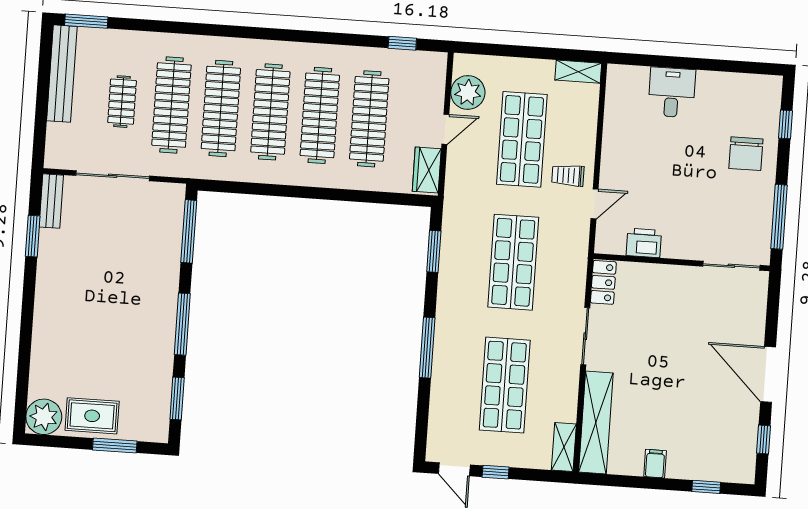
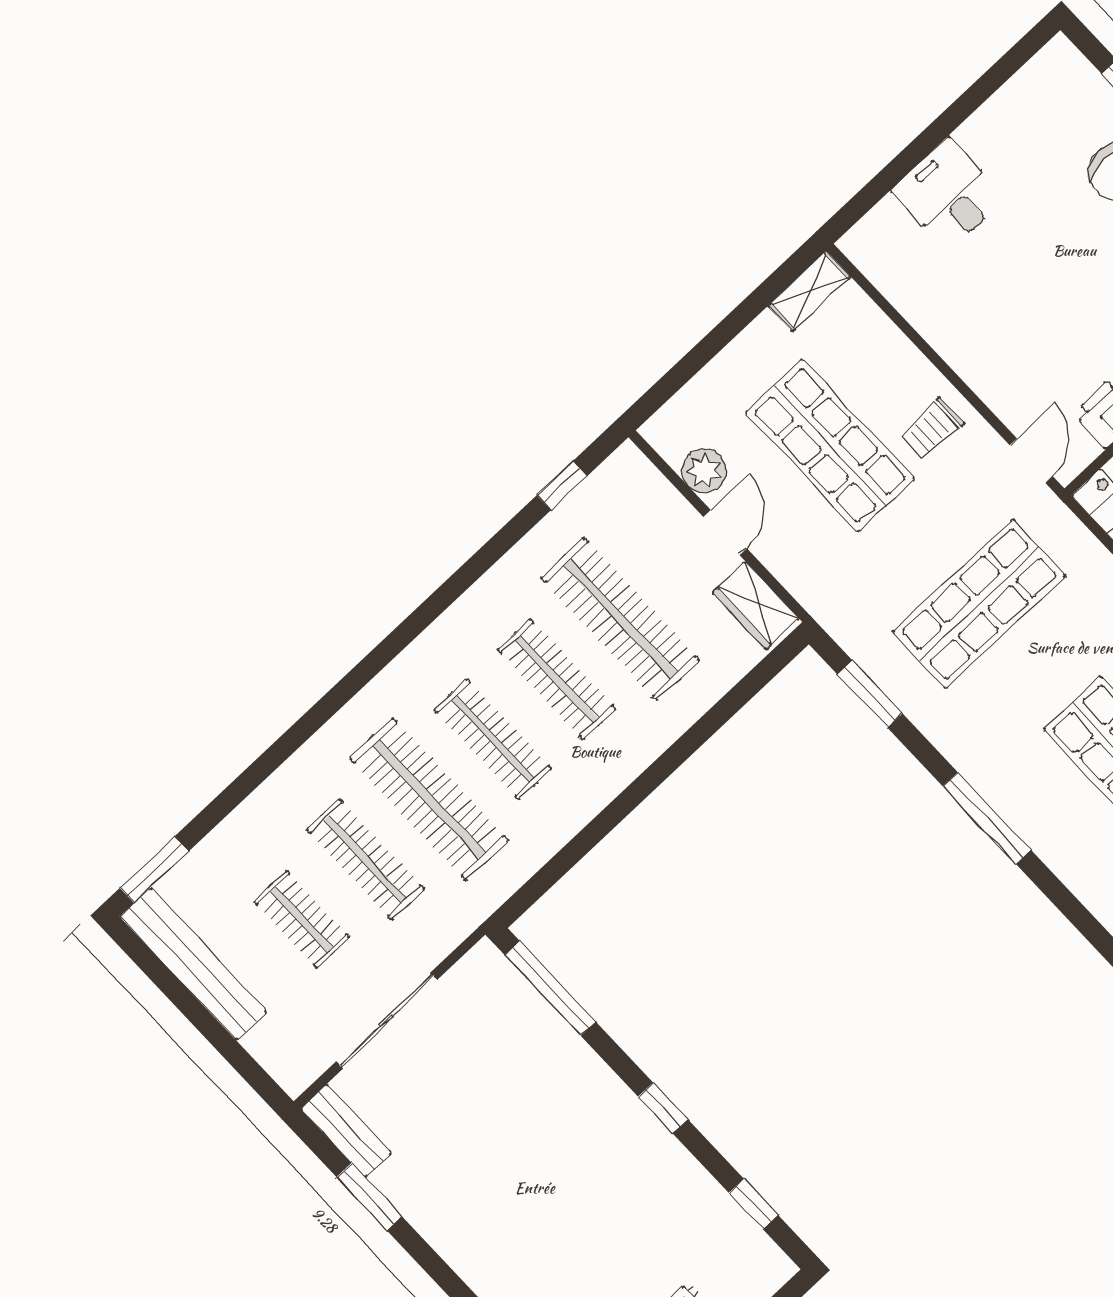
plant: (468, 92) -> (704, 471), width x0.73, depth x0.73
clothes rail: (171, 105) -> (365, 859), width x0.73, depth x0.76
clothes rail: (270, 112) -> (493, 739), width x0.73, depth x0.76
clothes rail: (320, 115) -> (557, 679), width x0.73, depth x0.76
door: (595, 204) -> (1031, 461), moved
shop shelf: (513, 262) -> (979, 604), turned 90
window: (182, 324) -> (663, 1108), width x0.46
window: (177, 399) -> (753, 1204), width x0.67

